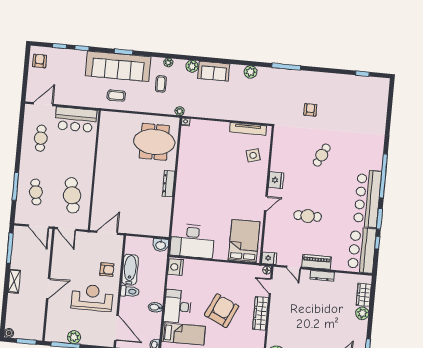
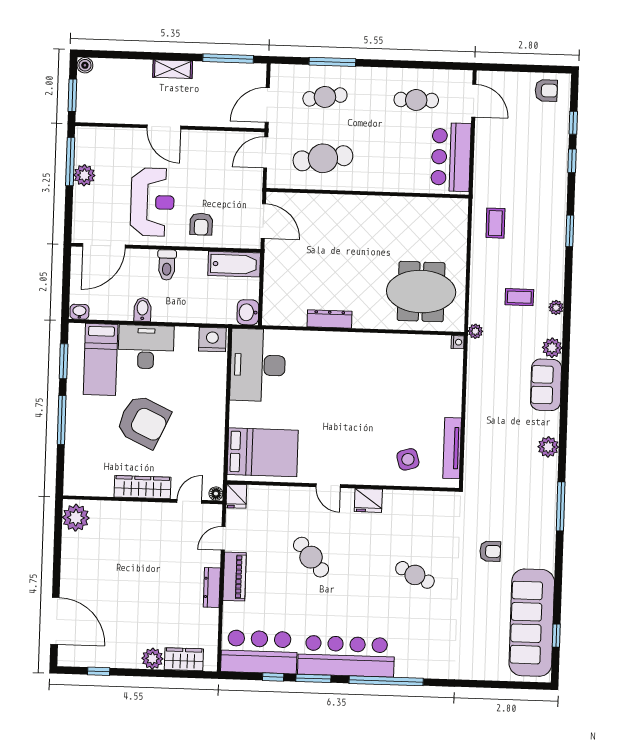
sofa: (118, 66) -> (532, 623), moved
meeting table: (154, 142) -> (421, 292), turned 90
dresser: (169, 184) -> (330, 319), moved
cafe table: (308, 216) -> (311, 557), turned -40
bathtub: (130, 270) -> (234, 264), moved

